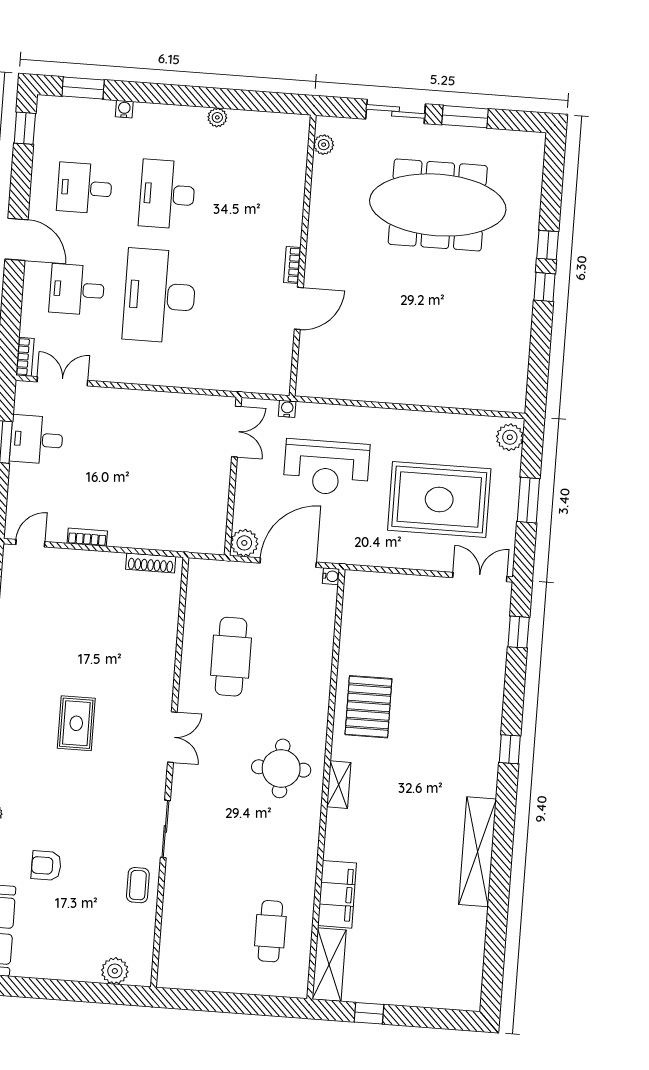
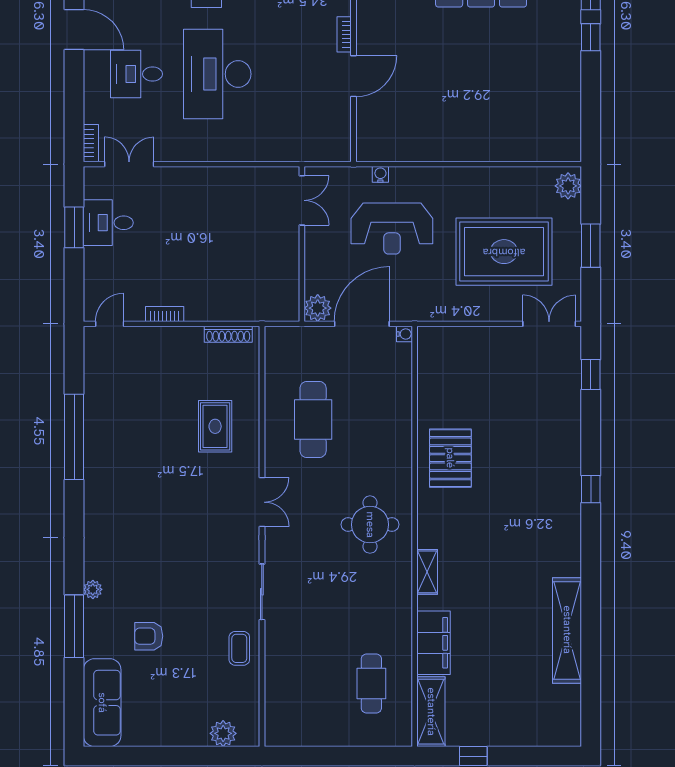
water cooler: (287, 409) -> (380, 174), moved
rug: (76, 723) -> (215, 426), moved
shelving: (339, 785) -> (427, 572), moved
shelving: (478, 852) -> (567, 630), moved

